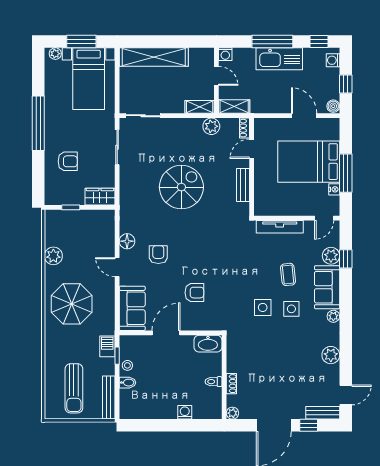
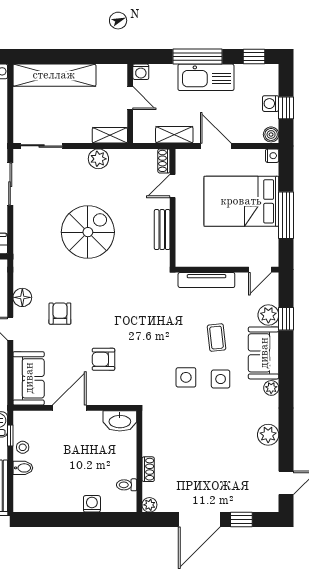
washing machine: (333, 60) -> (271, 104), moved
shelving: (234, 106) -> (174, 135), moved
door: (304, 116) -> (216, 146), moved
plant: (211, 126) -> (98, 159), moved
nightstand: (334, 189) -> (272, 156), moved
armchair: (194, 293) -> (103, 359), turned 180
toilet: (214, 382) -> (127, 485), moved
bench: (323, 413) -> (258, 504), removed

